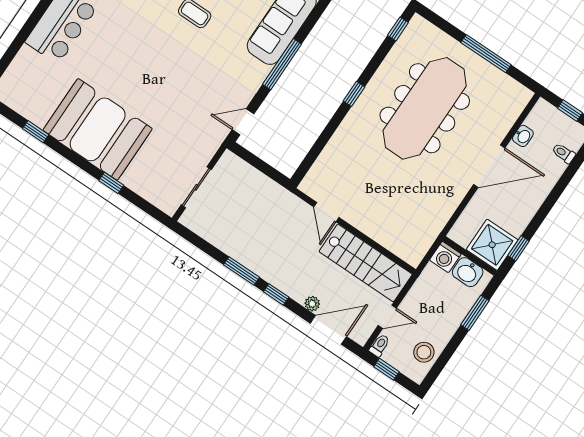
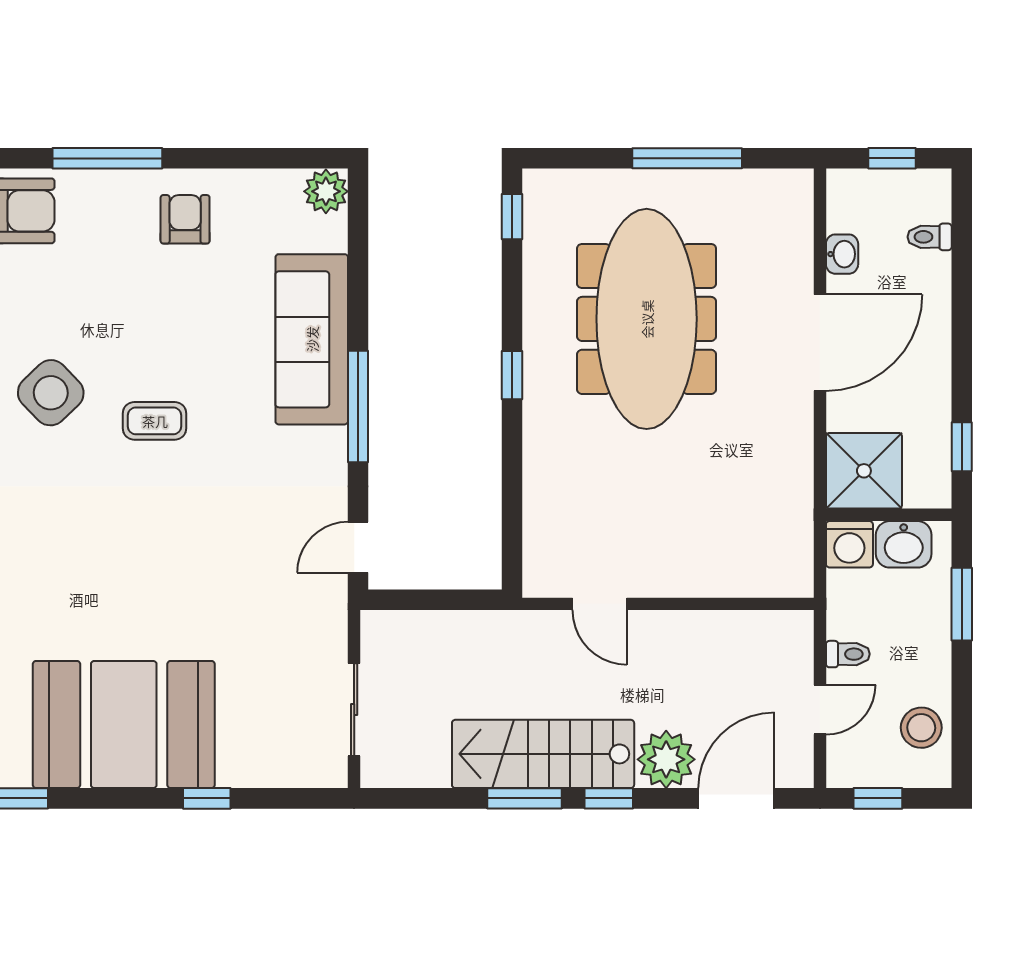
shower: (492, 245) -> (864, 471), moved
stairs: (366, 263) -> (543, 754), moved, turned 180
plant: (312, 304) -> (666, 759), width x1.87, depth x1.87
toilet: (380, 345) -> (848, 654), moved, turned 90

